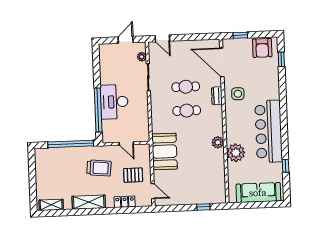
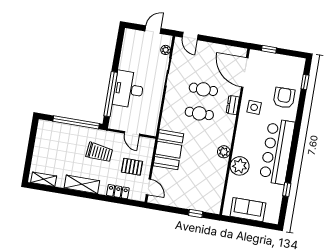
armchair: (262, 48) -> (284, 98), moved, turned 180
sofa: (258, 193) -> (248, 210), width x0.73

